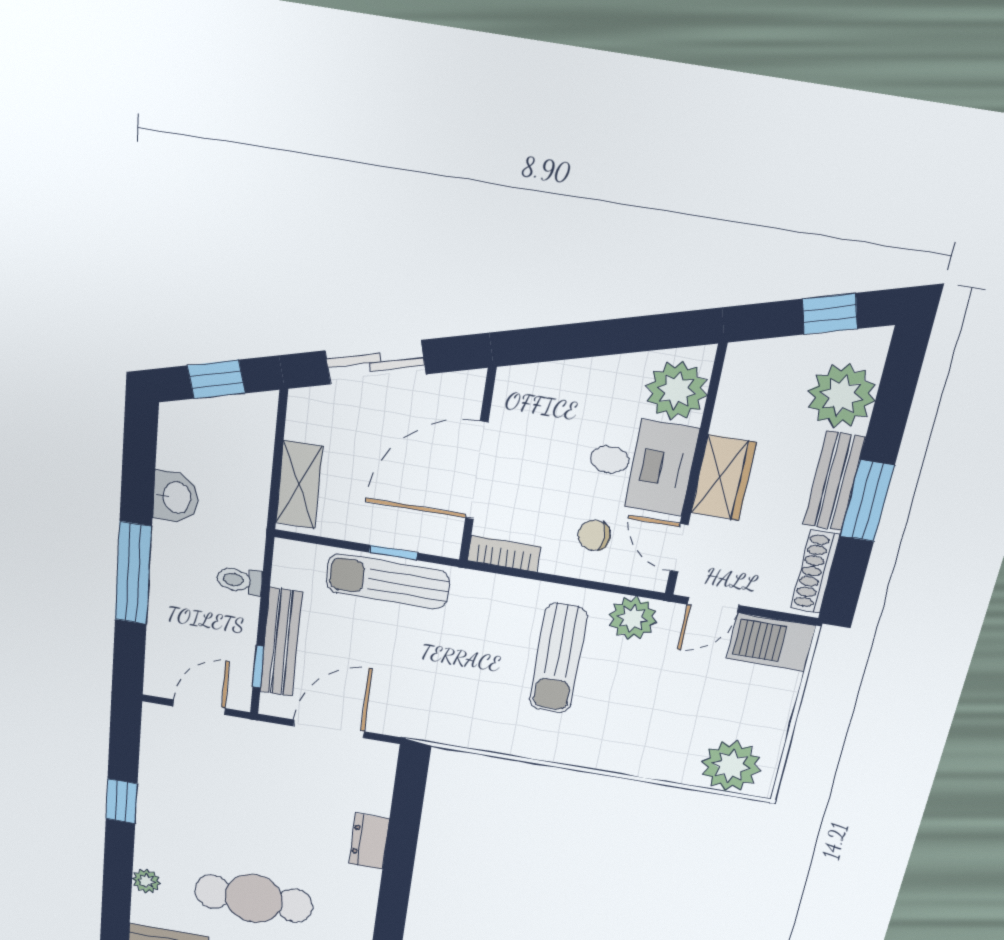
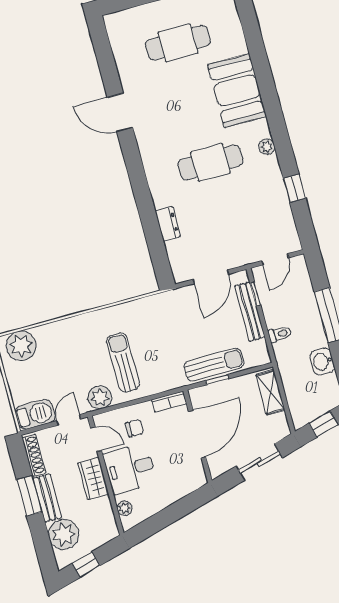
plant: (677, 391) -> (124, 508), width x0.53, depth x0.53

